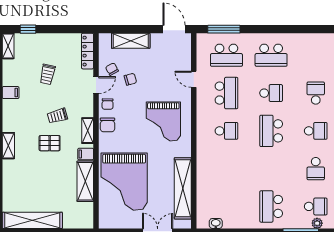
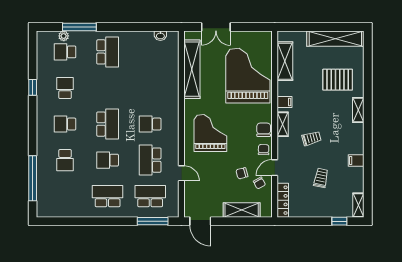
pallet: (50, 143) -> (338, 80), moved, width x1.50, depth x1.42
shelving: (85, 181) -> (285, 61), moved

